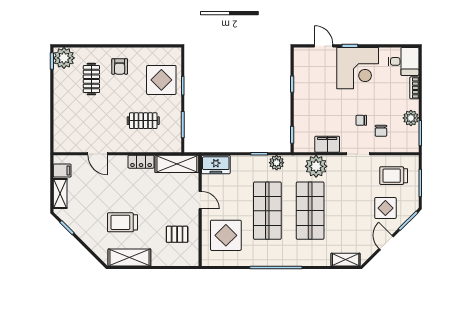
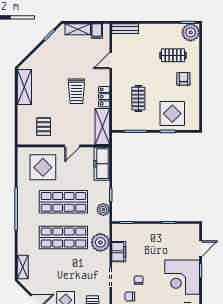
armchair: (120, 66) -> (183, 79), turned 90
bench: (59, 136) -> (125, 29), added
freezer: (216, 165) -> (102, 164), width x1.40
trolley: (122, 222) -> (76, 91), moved, turned 180

